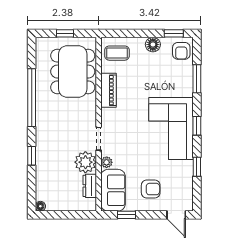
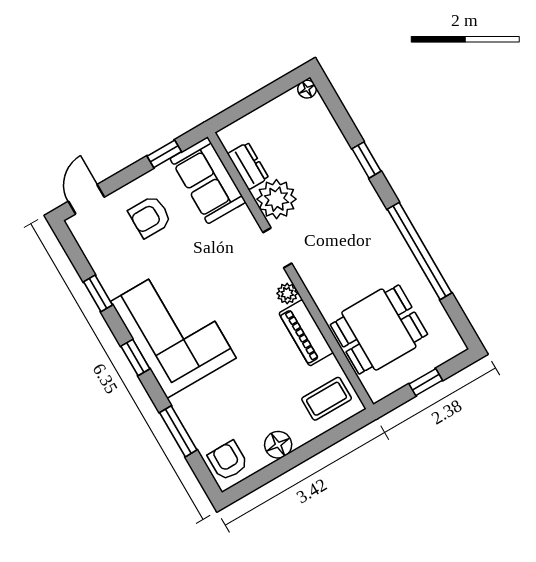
window: (174, 33) -> (256, 481), removed
dining table: (73, 72) -> (379, 330), width x0.73
plant: (107, 162) -> (287, 293), moved
door: (176, 215) -> (86, 199), hinge flipped

